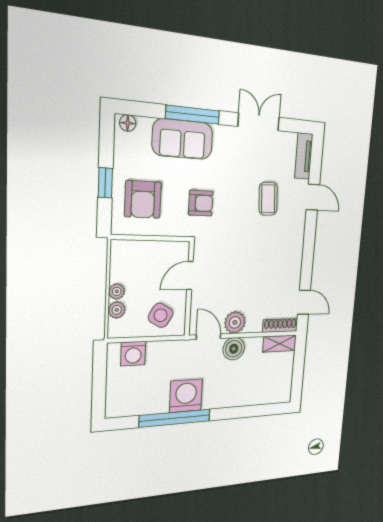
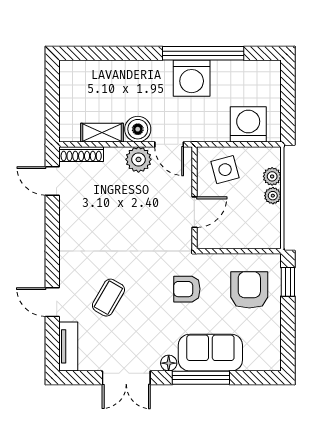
floor lamp: (128, 123) -> (169, 363), moved
window: (105, 183) -> (288, 282), moved
coffee table: (268, 199) -> (108, 298), turned 34
side table: (161, 315) -> (225, 170), turned 45
shelving: (280, 344) -> (102, 133), moved
washing machine: (133, 354) -> (248, 124), width x1.37, depth x1.37

